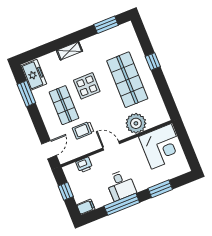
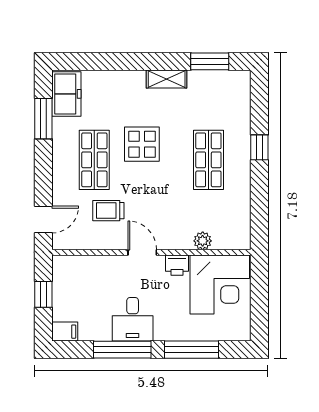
shelving: (69, 51) -> (167, 79), moved
shop shelf: (127, 80) -> (208, 160), width x0.70, depth x0.74
plant: (136, 123) -> (203, 241), width x0.53, depth x0.53
printer: (84, 165) -> (177, 265), moved
window: (160, 189) -> (192, 350), width x1.44

